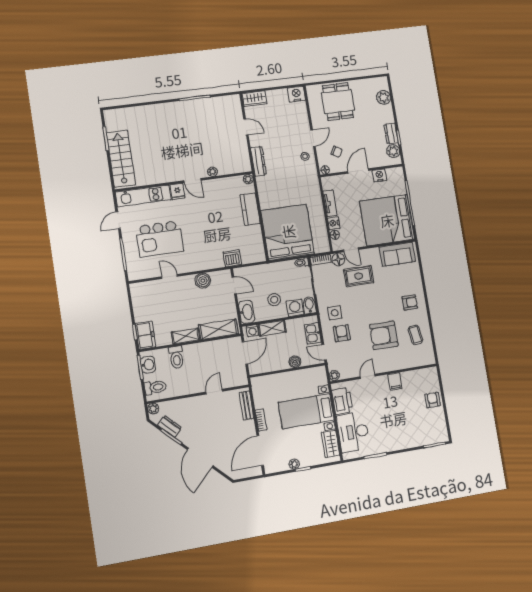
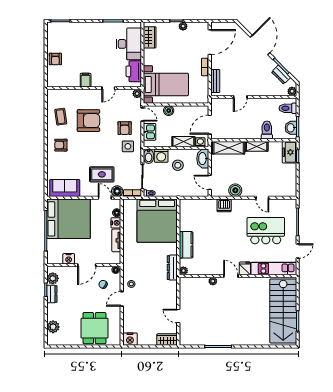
stairs: (121, 159) -> (283, 311), width x1.36, depth x1.51
dresser: (259, 161) -> (172, 268), moved
dishwasher: (232, 258) -> (224, 205), moved
bed with nightstands: (306, 411) -> (166, 84), moved

